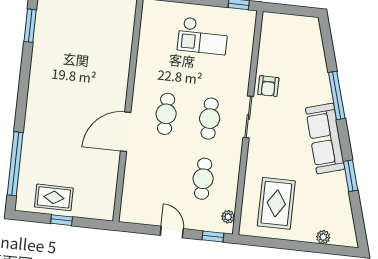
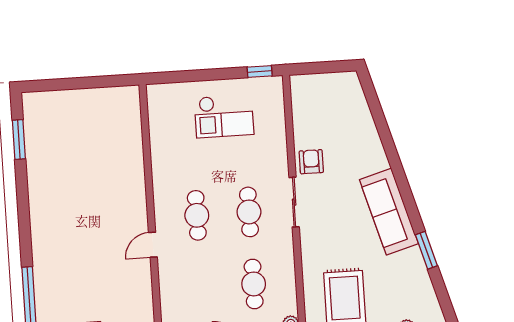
armchair: (268, 86) -> (311, 162), turned 180
window: (337, 95) -> (394, 159), removed
door: (126, 132) -> (153, 245), width x0.53

